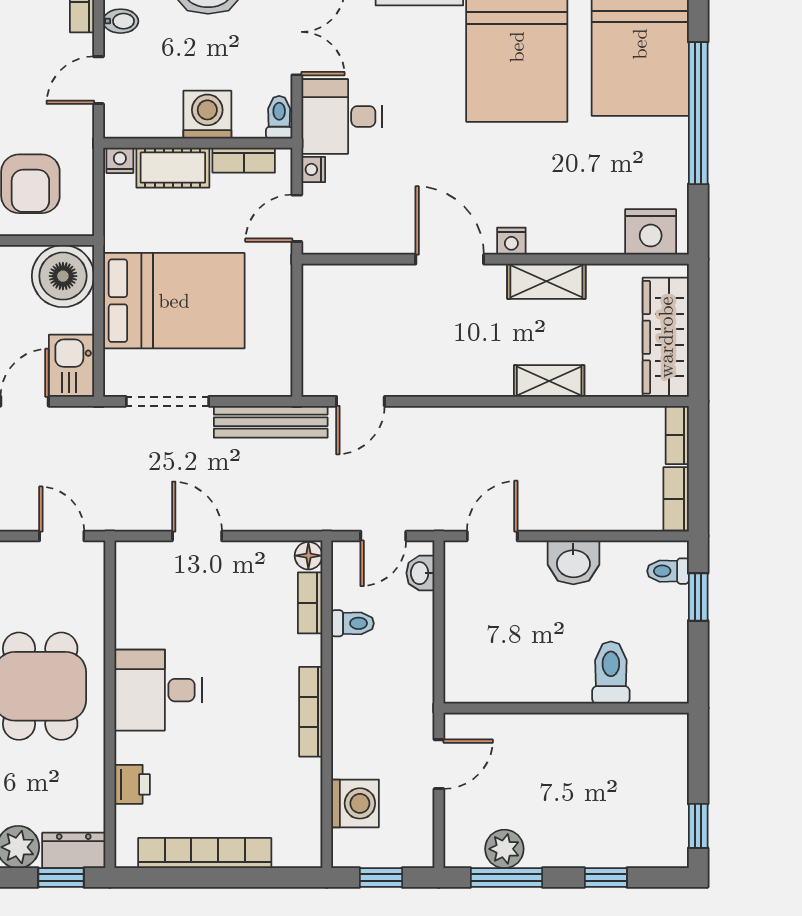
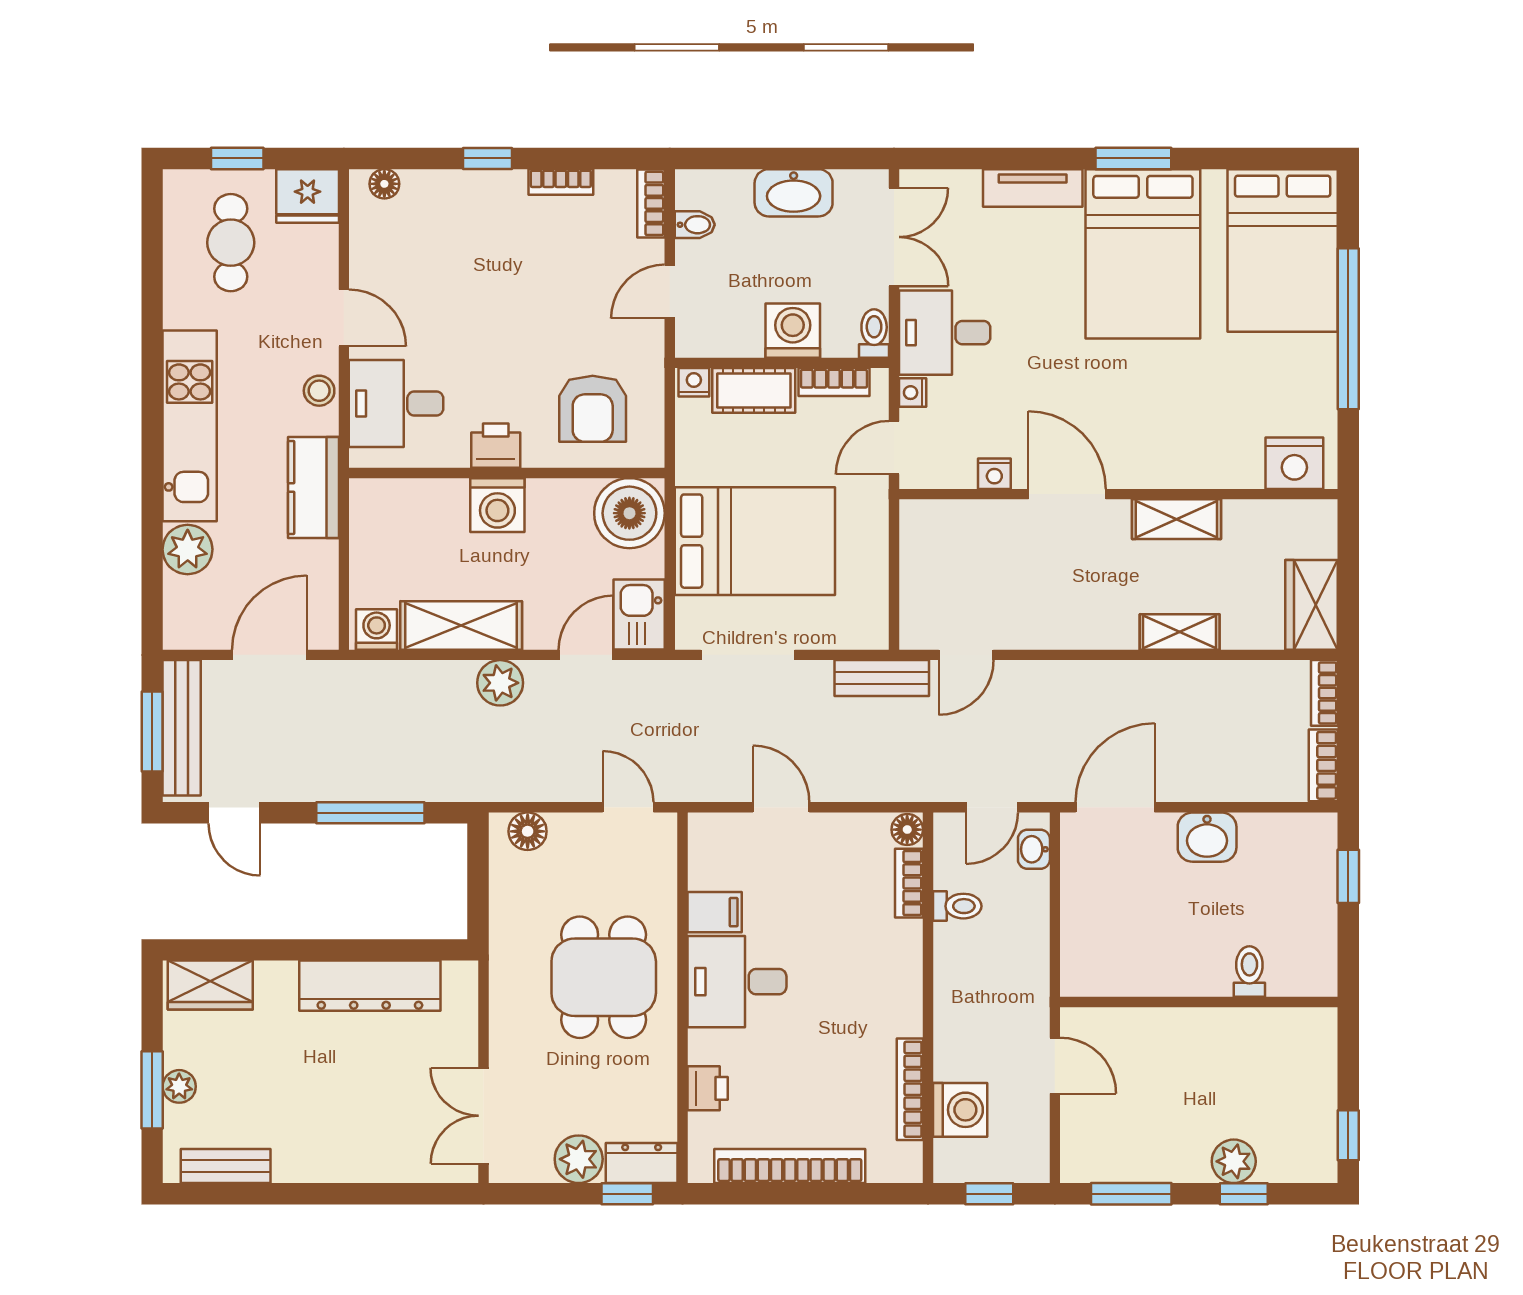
nightstand: (511, 241) -> (994, 474), moved
wardrobe: (666, 337) -> (1312, 605), width x0.67
bench: (271, 422) -> (882, 678), width x0.73
door: (492, 536) -> (1115, 807), width x1.38
toilet: (668, 571) -> (1314, 847), removed
filing cabinet: (138, 629) -> (715, 912), added
toilet: (611, 673) -> (1249, 972), width x0.73, depth x0.72
bookcase: (311, 712) -> (910, 1089), moved
door: (439, 764) -> (1055, 1066), hinge flipped
plant: (504, 849) -> (1234, 1161), moved

